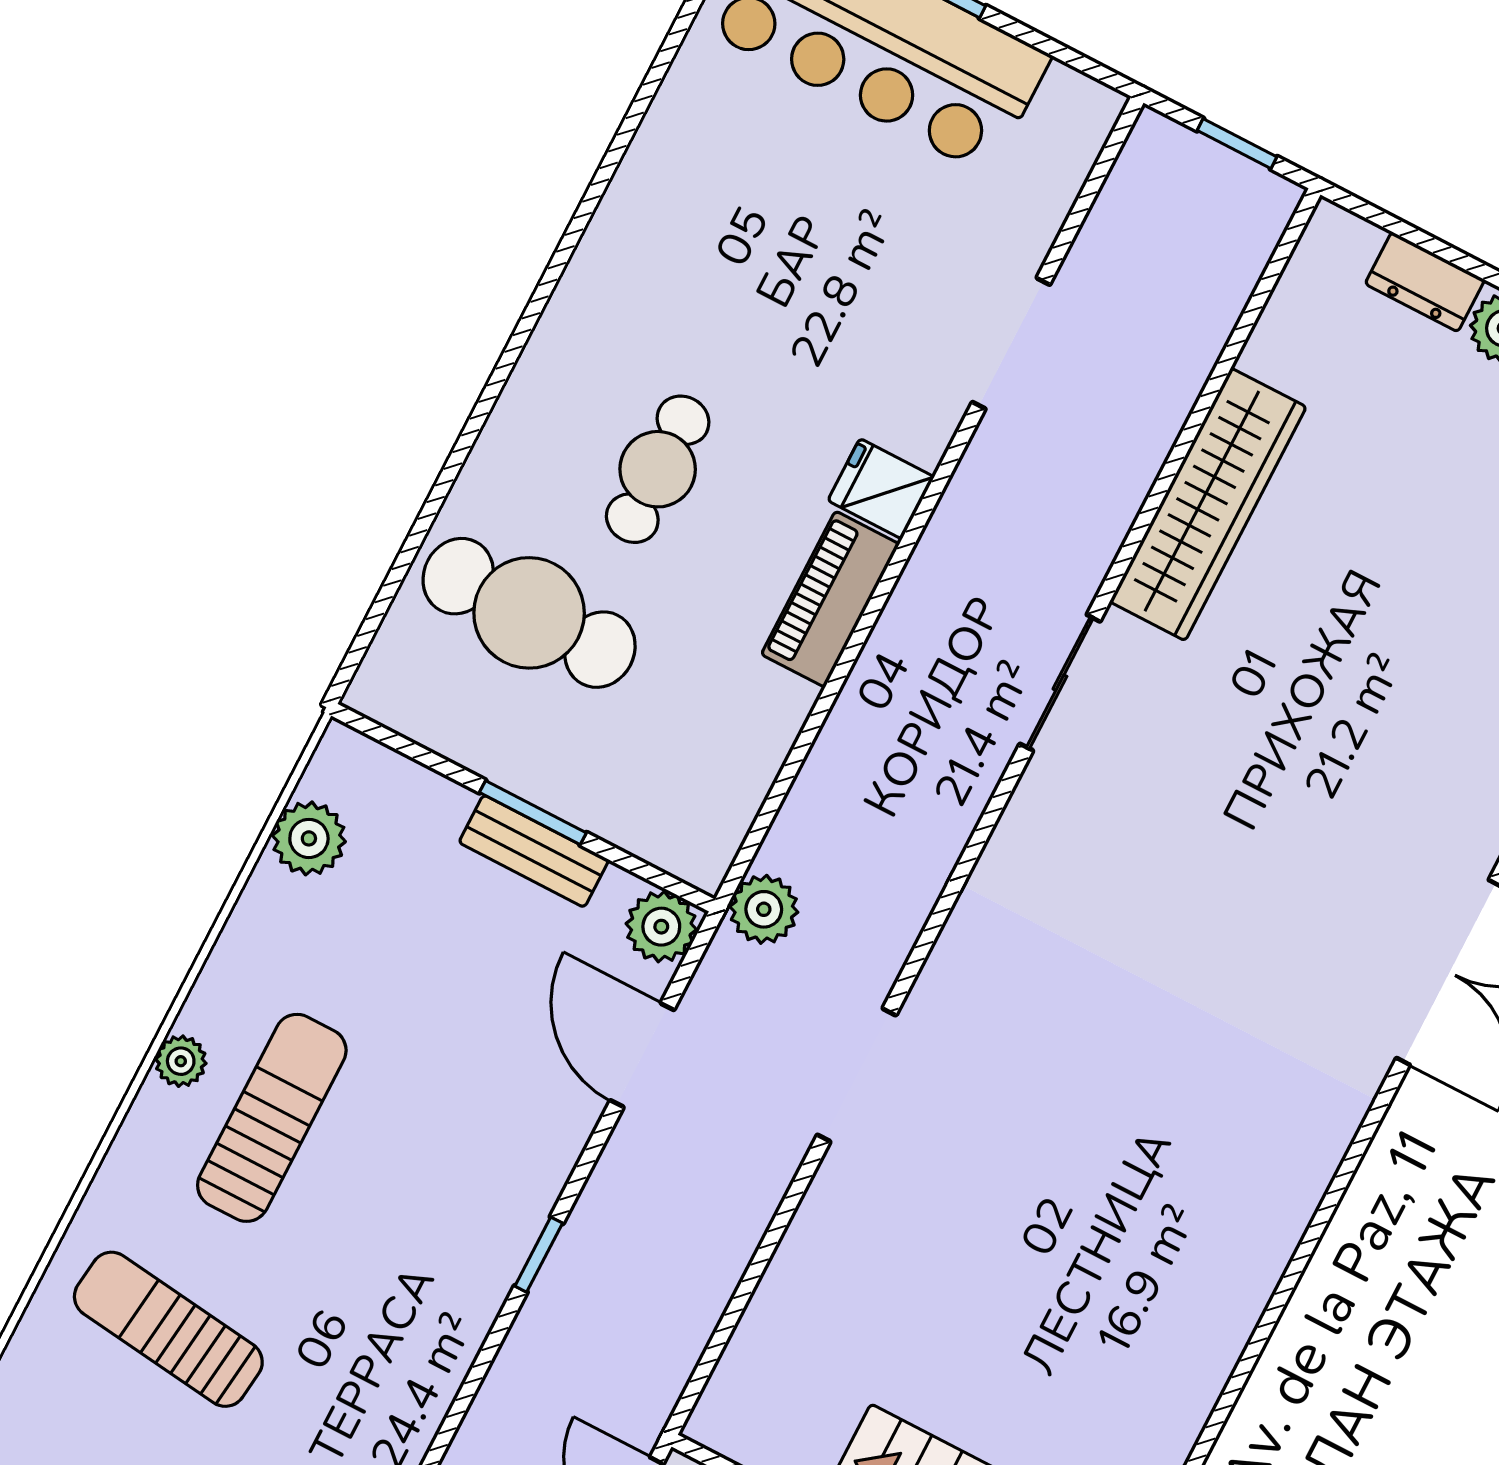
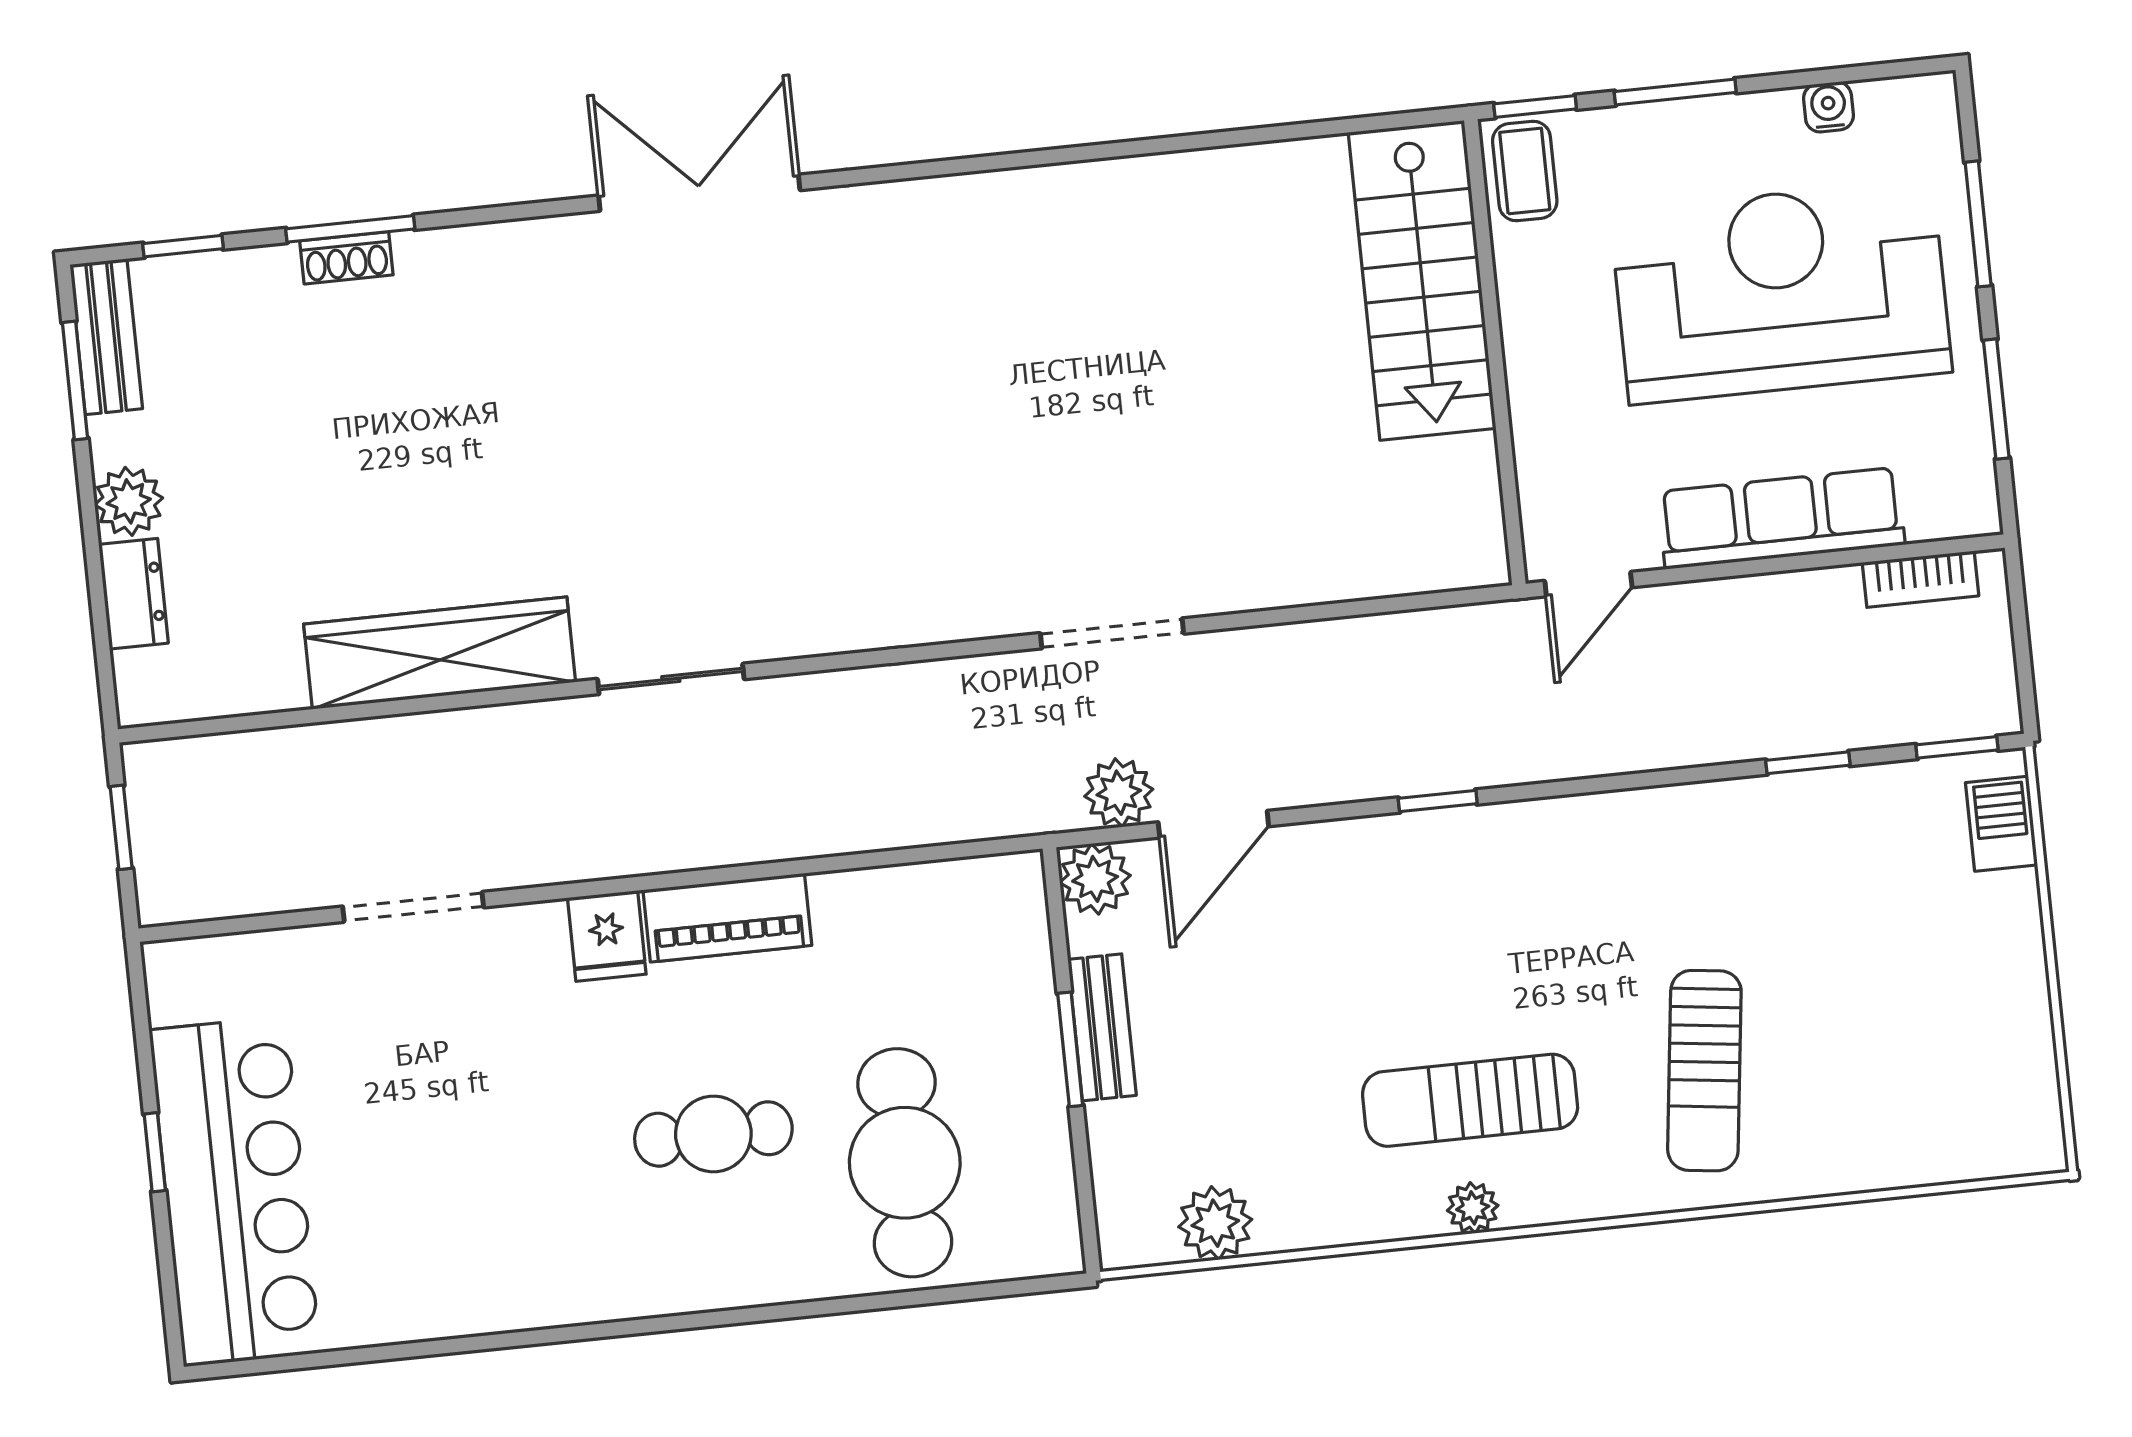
plant: (764, 909) -> (1119, 793), moved

